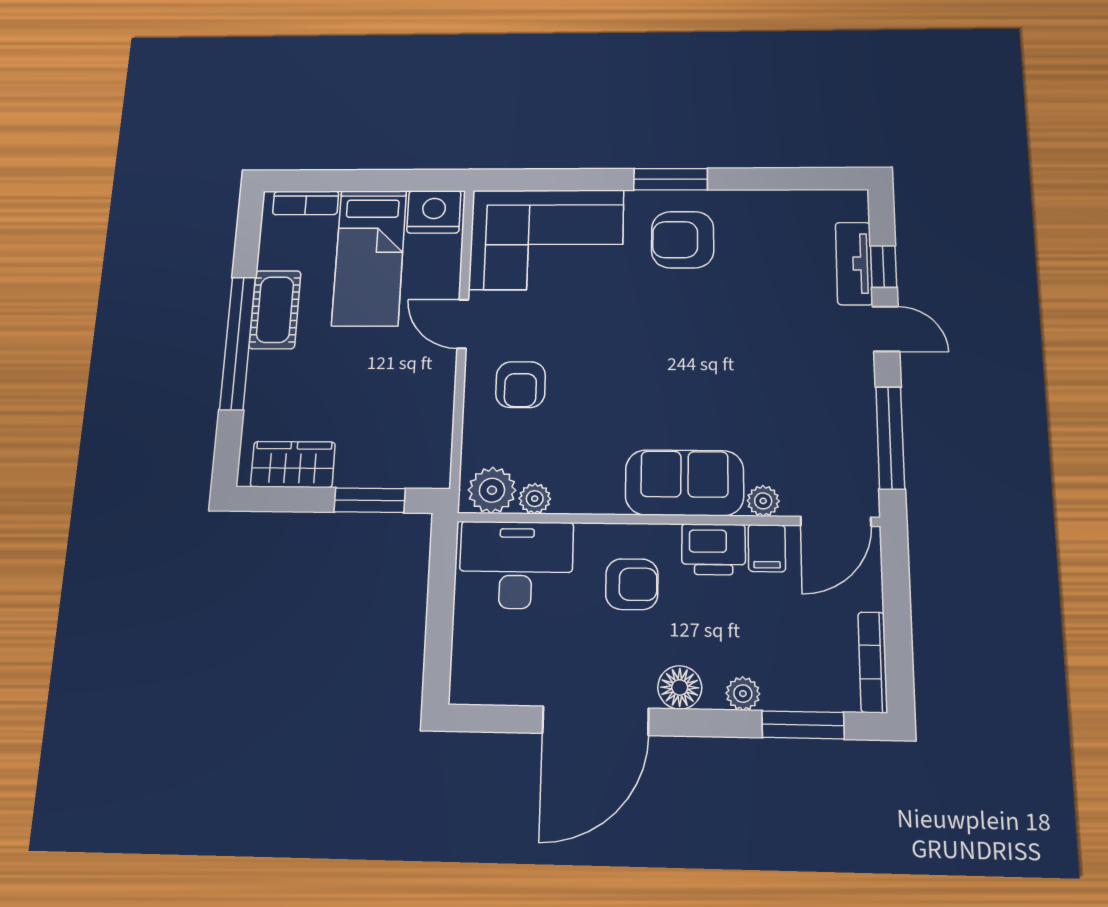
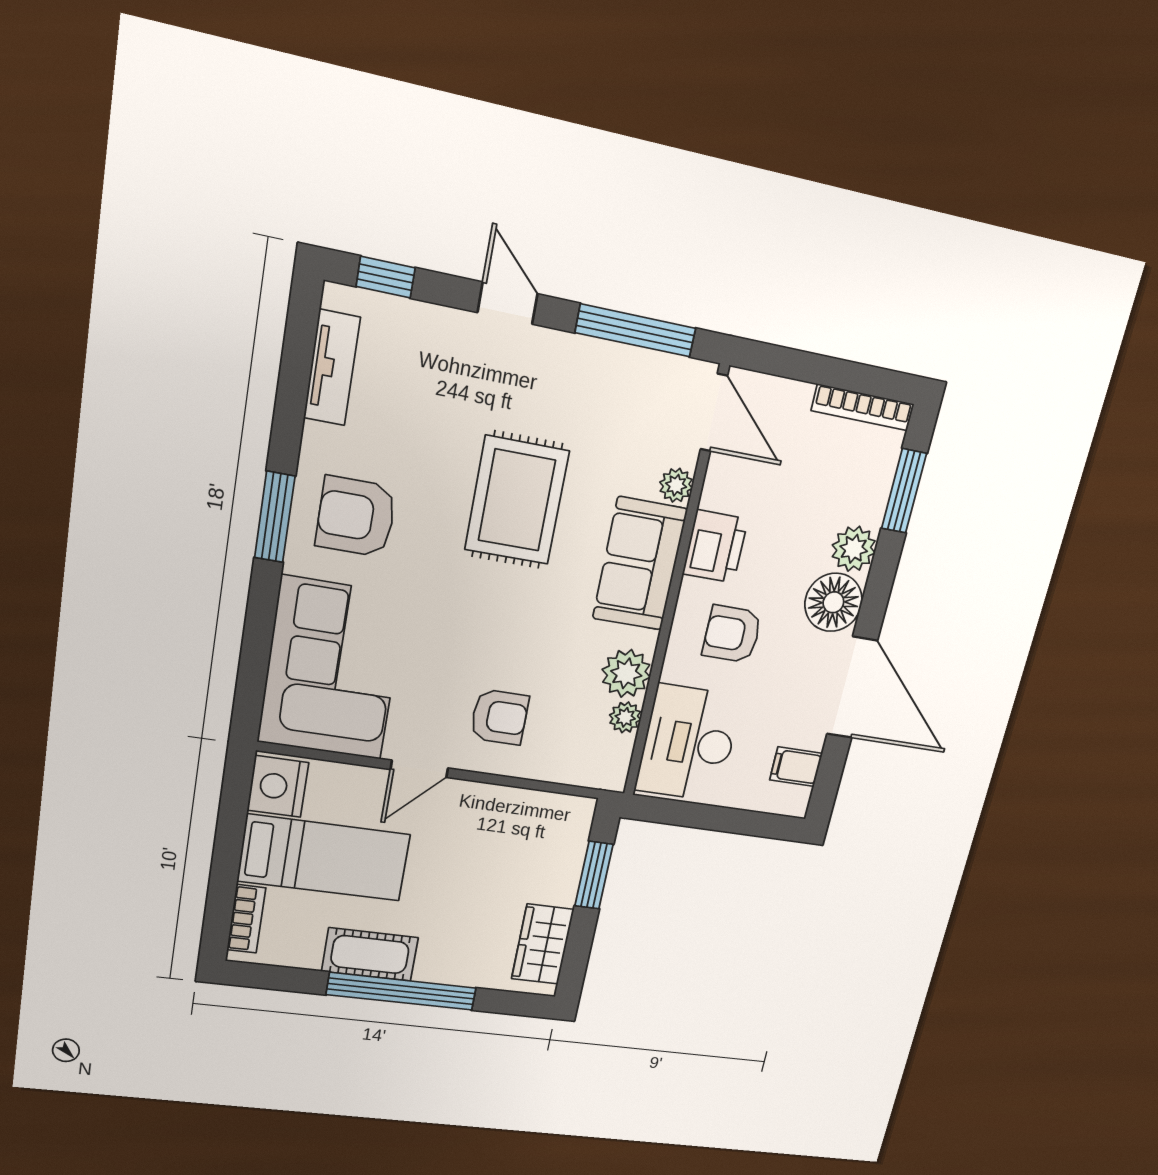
armchair: (683, 240) -> (356, 517), turned 90
tv unit: (854, 263) -> (332, 368), moved, turned -90
window: (884, 267) -> (386, 277), moved
door: (886, 329) -> (508, 303), hinge flipped
rug: (722, 365) -> (517, 500), added
plant: (492, 490) -> (626, 673), moved
filing cabinet: (767, 548) -> (796, 767), moved, turned 180
armchair: (632, 584) -> (732, 634), turned -90
floor lamp: (680, 687) -> (833, 602), width x1.38, depth x1.38
plant: (743, 694) -> (854, 549), width x1.38, depth x1.38

